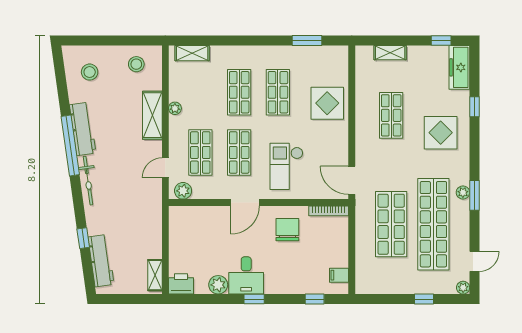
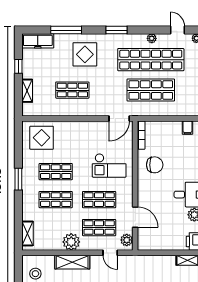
window: (307, 41) -> (18, 179), moved
window: (441, 41) -> (18, 66), moved
display table: (327, 103) -> (42, 138), moved
window: (474, 107) -> (66, 30), width x2.17
plant: (175, 108) -> (71, 242), width x1.88, depth x1.88
plant: (463, 192) -> (152, 38), moved
window: (474, 195) -> (117, 30), moved
door: (245, 203) -> (135, 217), moved
chair: (287, 230) -> (155, 165), turned 180

